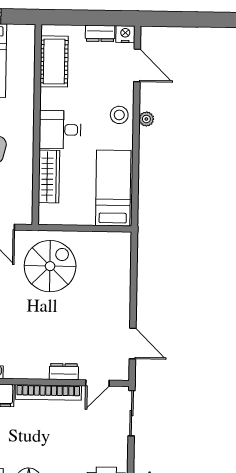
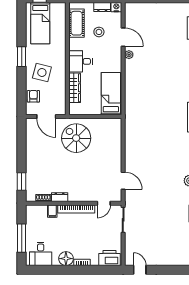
door: (137, 65) -> (123, 37), moved
stool: (119, 115) -> (99, 32), moved
spiral stairs: (50, 266) -> (76, 138), turned -90
dresser: (64, 372) -> (60, 197), moved

